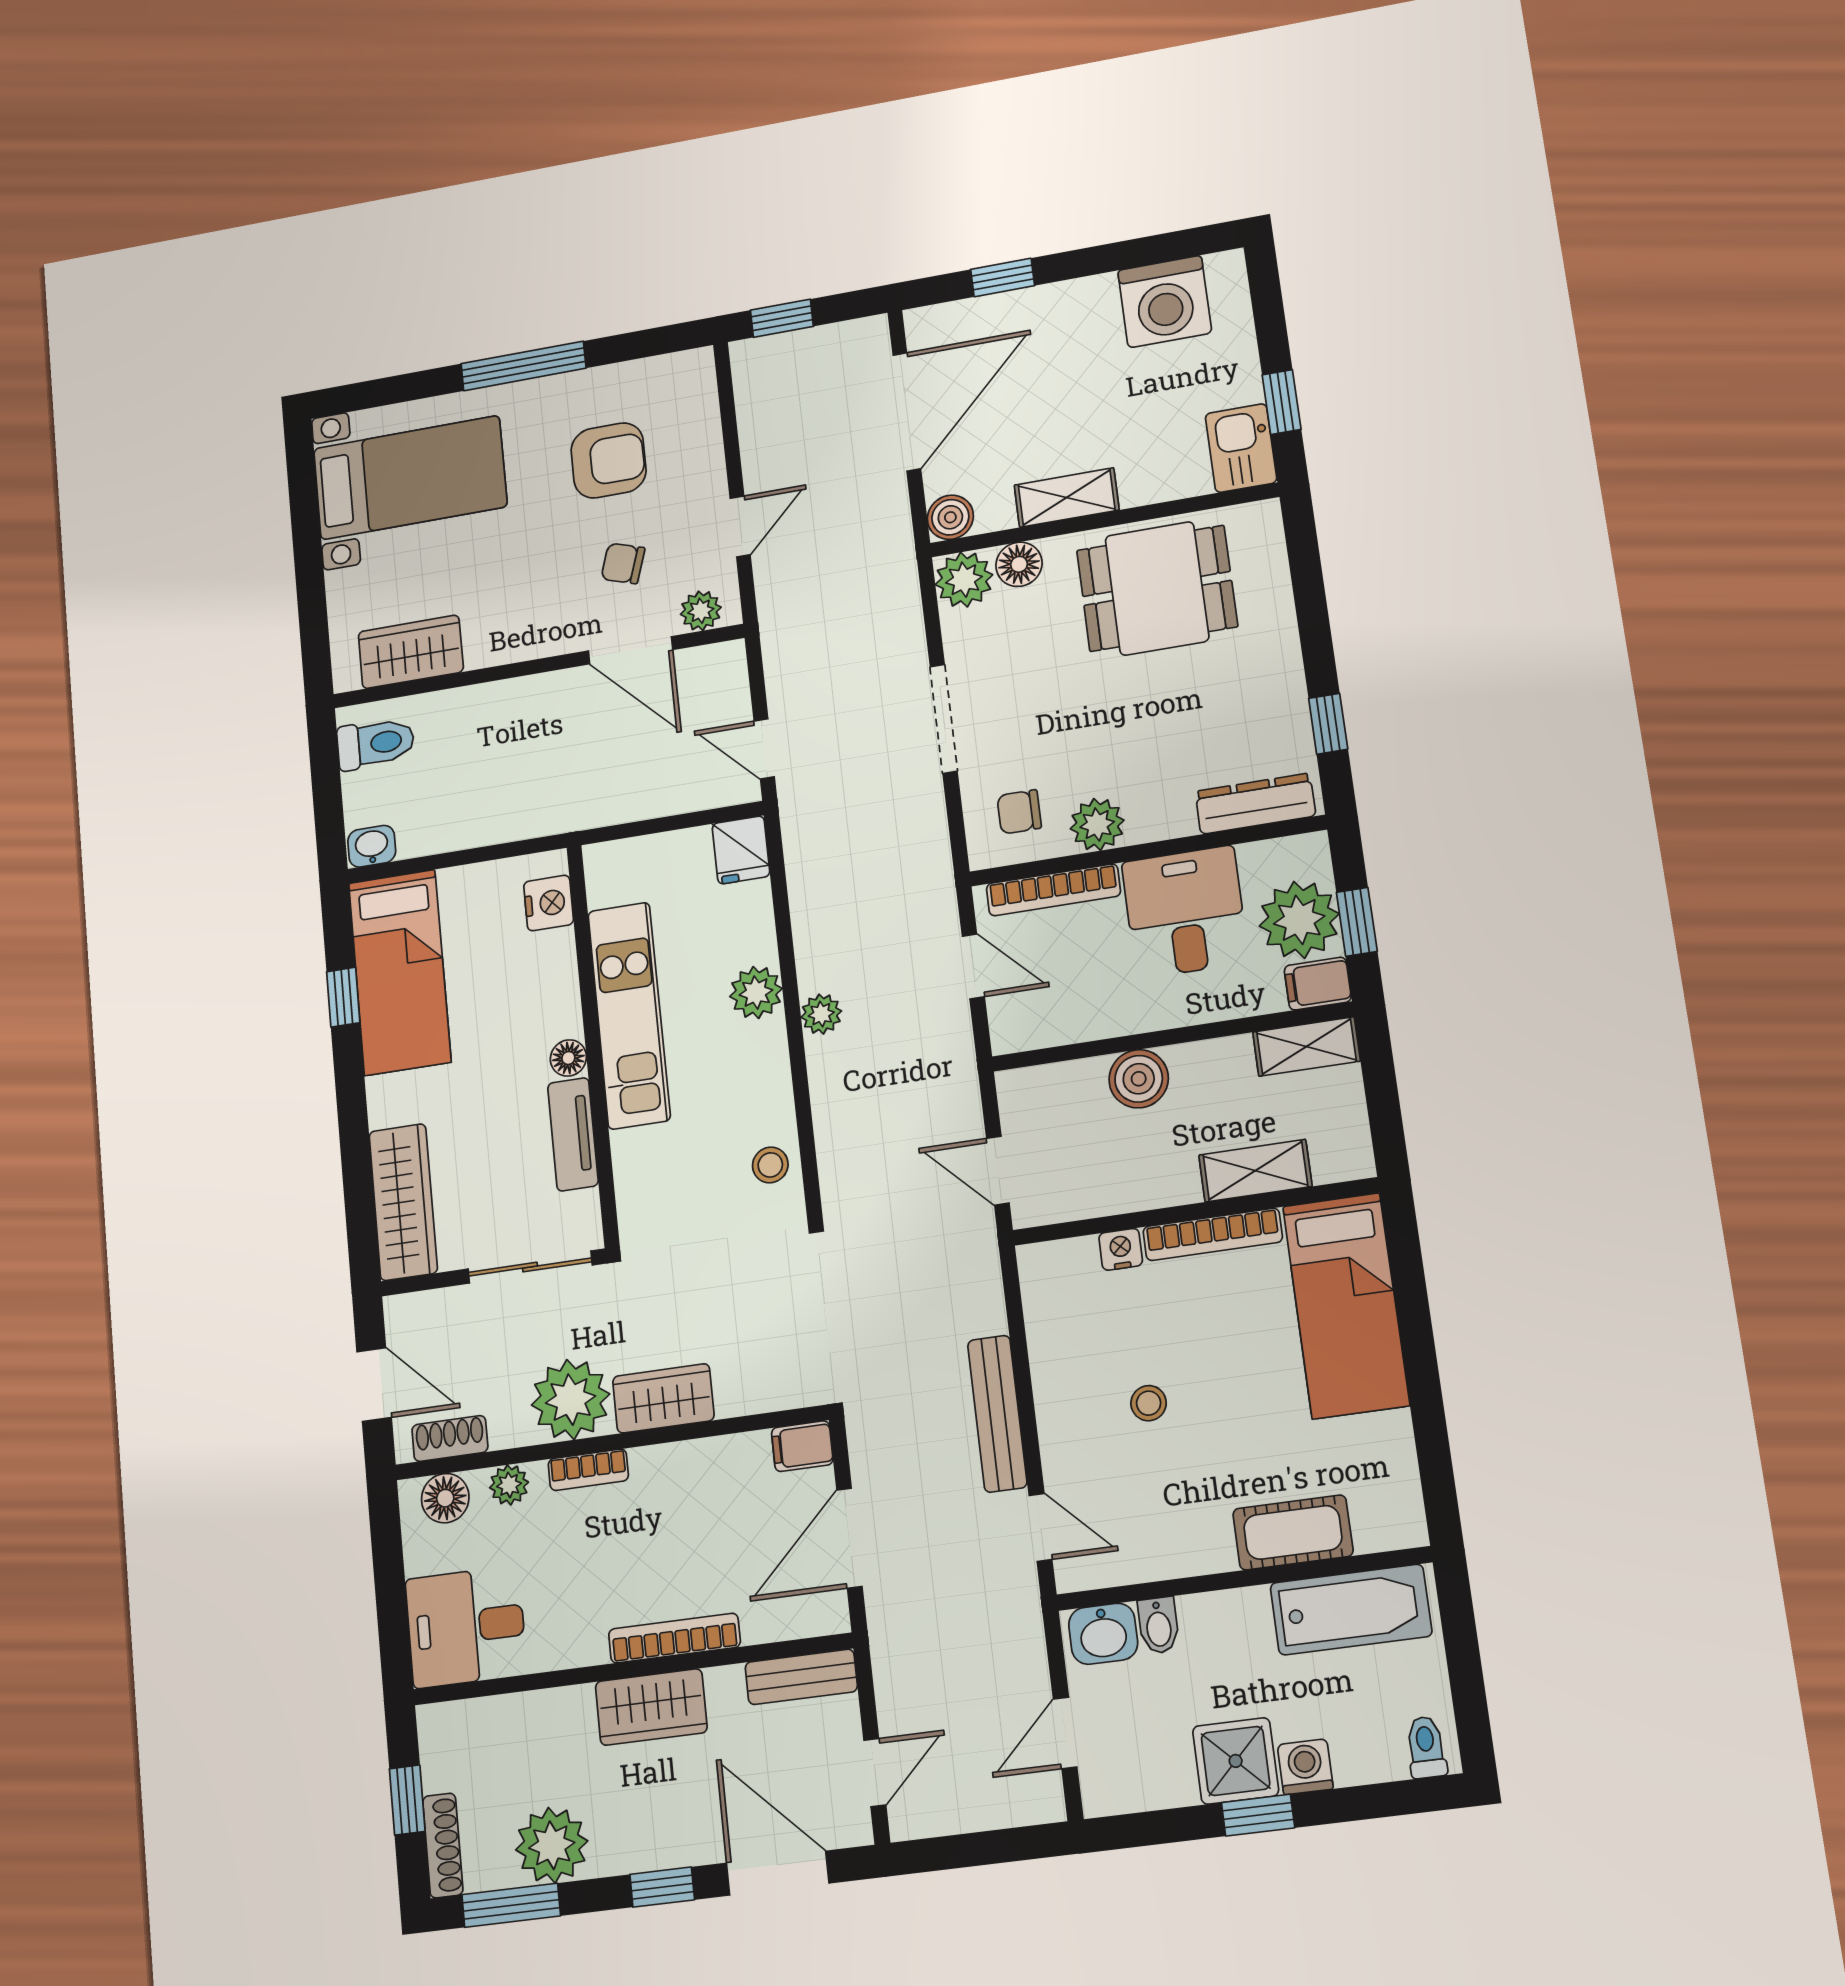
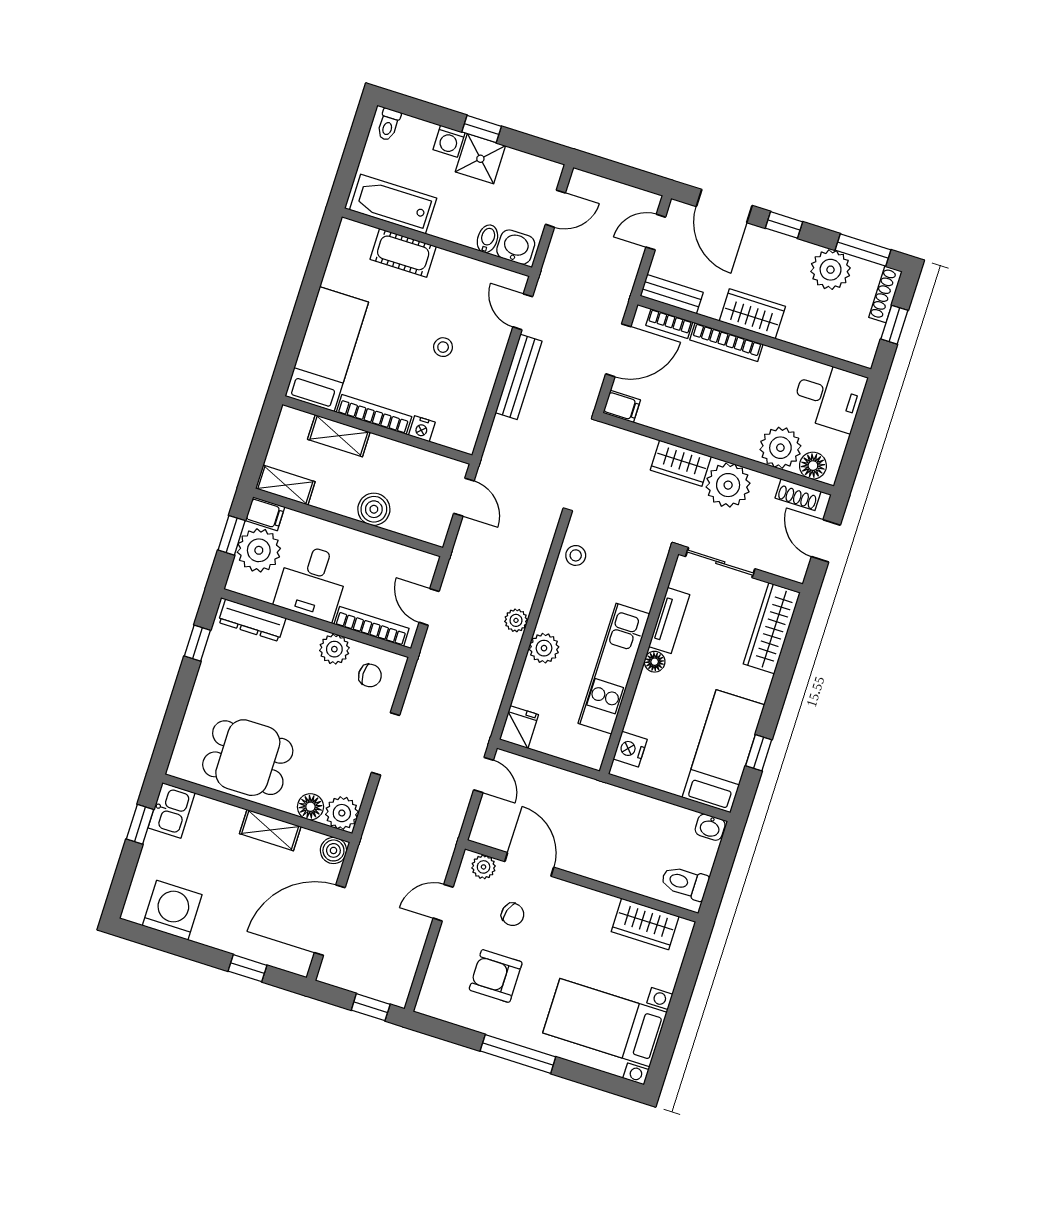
bookcase: (588, 1470) -> (669, 324), moved, turned 180
plant: (509, 1485) -> (780, 448), width x1.88, depth x1.88

